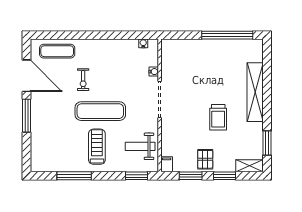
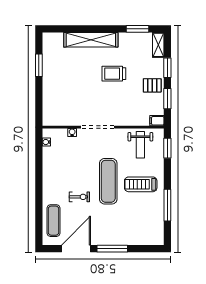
window: (227, 35) -> (39, 65), width x0.47
trolley: (218, 117) -> (114, 74), turned 180

